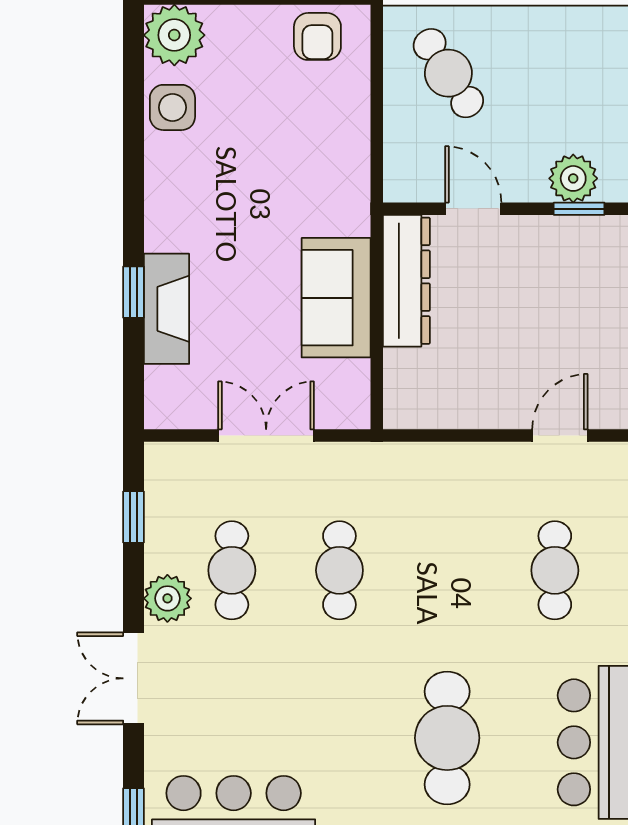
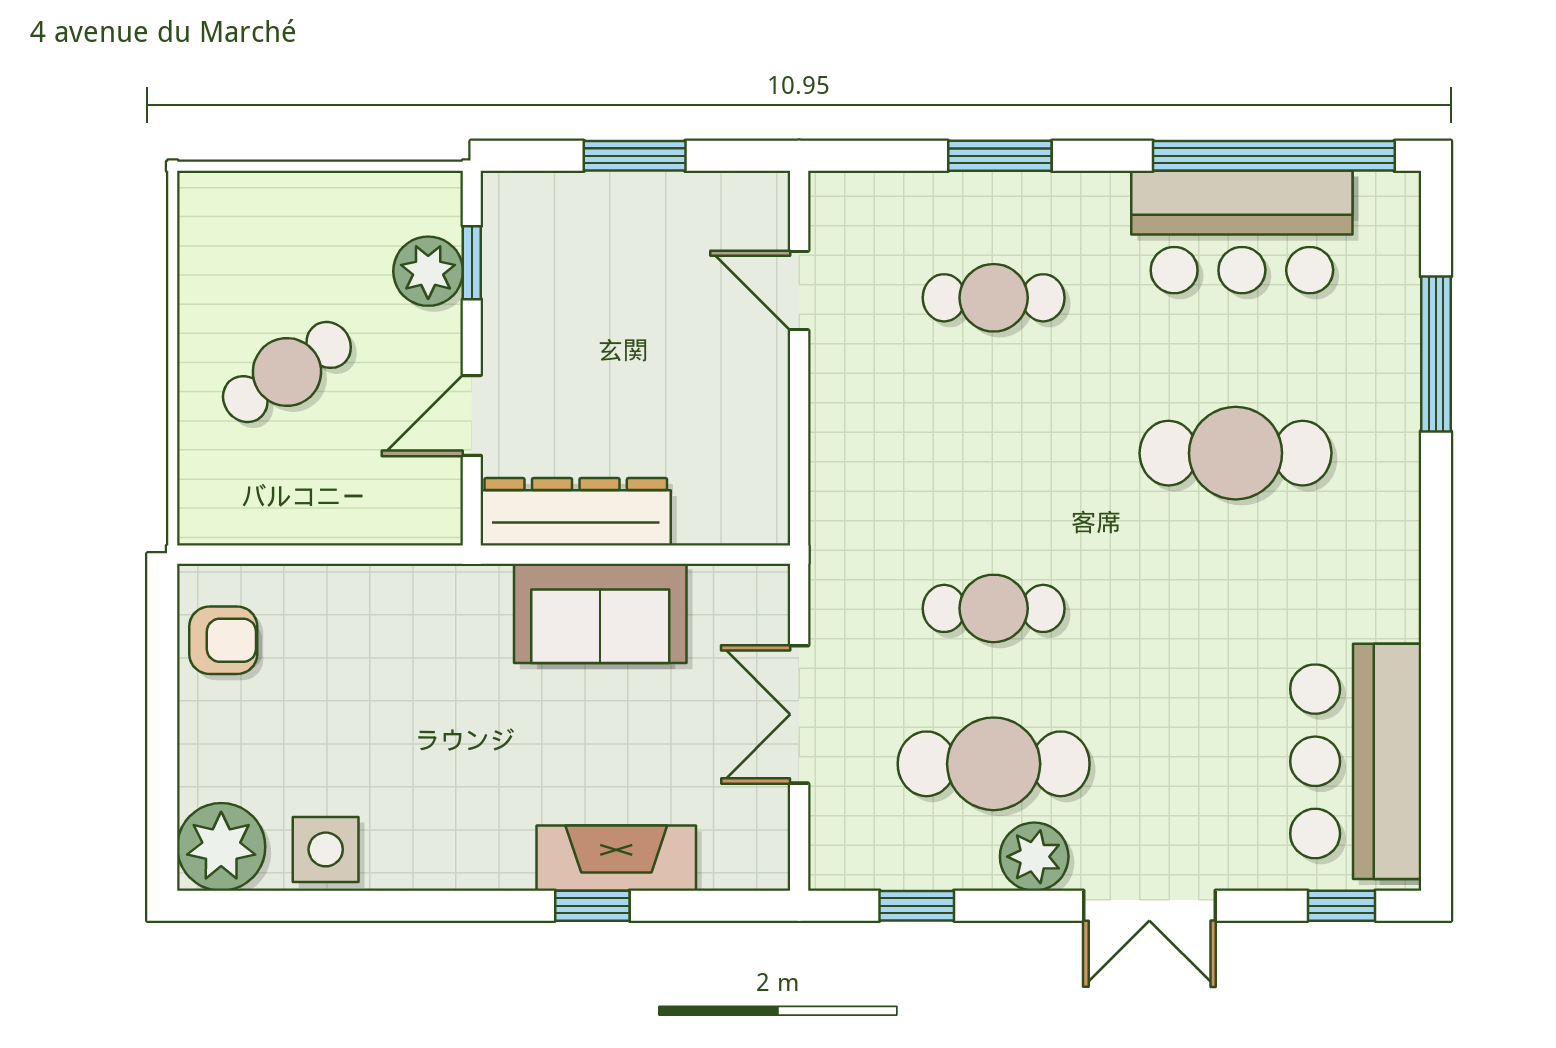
cafe table: (448, 73) -> (287, 372), moved
cafe table: (232, 570) -> (994, 764), width x1.37, depth x1.35

